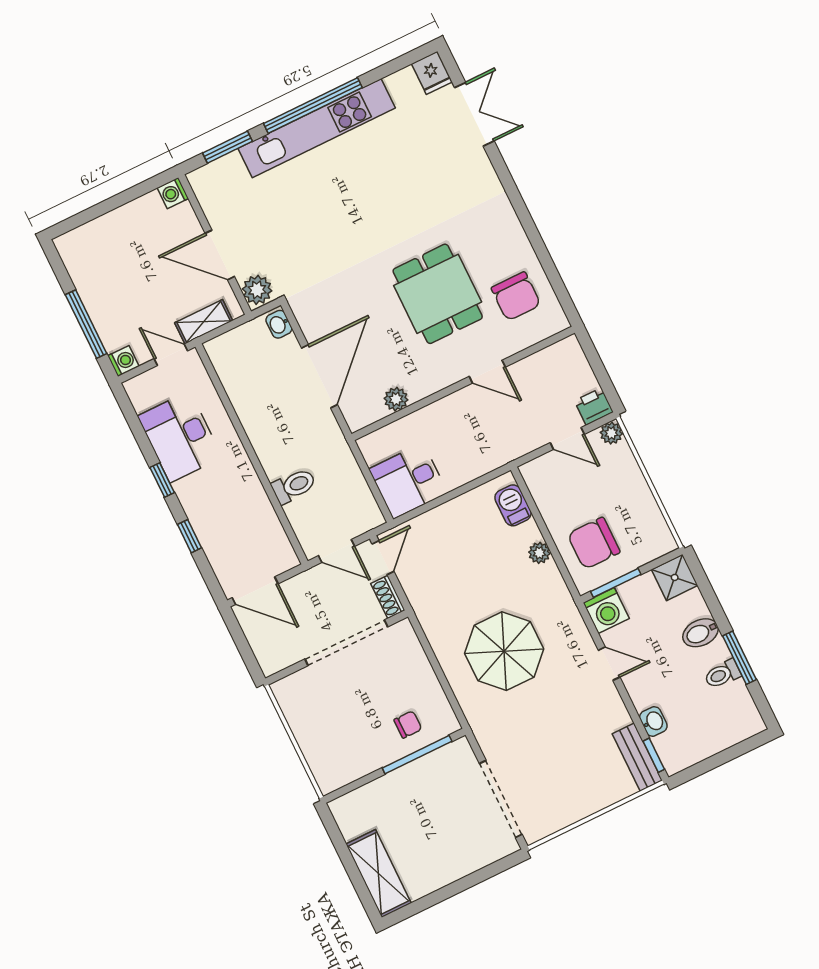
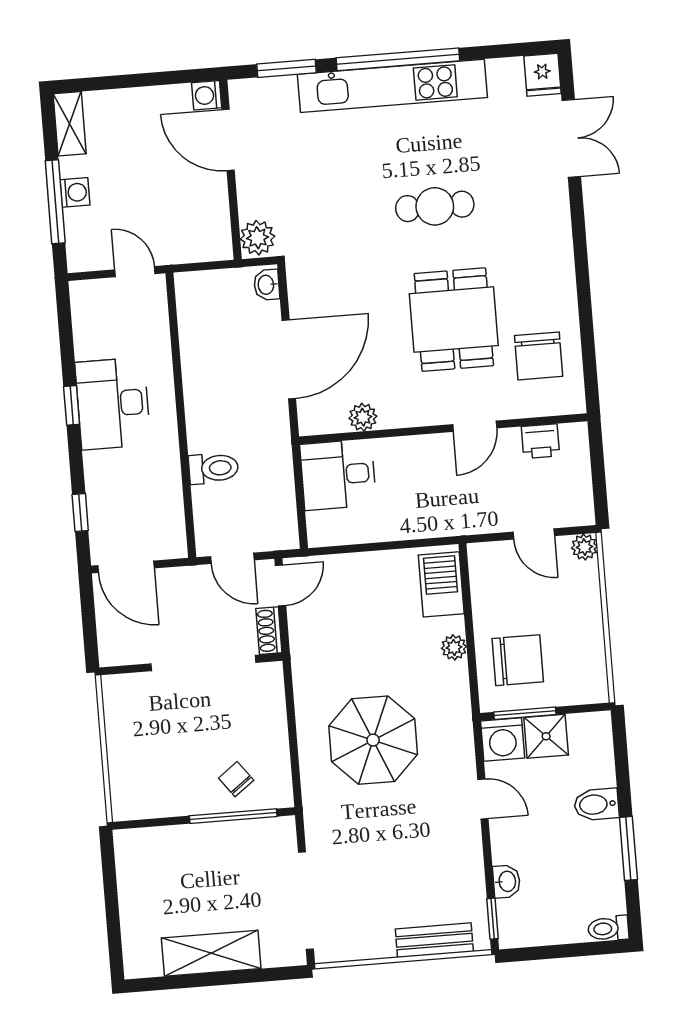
cafe table: (388, 210) -> (435, 206), added
door: (220, 255) -> (228, 140), moved
shelving: (204, 322) -> (70, 124), moved, turned 90
washing machine: (123, 361) -> (75, 192), moved
door: (487, 372) -> (475, 426), hinge flipped
printer: (594, 406) -> (540, 441), moved, turned 180
desk: (180, 437) -> (113, 404), moved
desk: (408, 481) -> (338, 475), moved
barbecue: (513, 505) -> (441, 584), width x1.38, depth x1.27
window: (189, 536) -> (80, 513), moved
chair: (594, 543) -> (518, 660), turned 180
shower: (675, 577) -> (546, 736), moved
toilet: (722, 674) -> (608, 928), moved
chair: (408, 724) -> (236, 779), turned -127
bench: (637, 757) -> (434, 940), moved, turned 90
shelving: (378, 873) -> (211, 953), moved, turned 90

